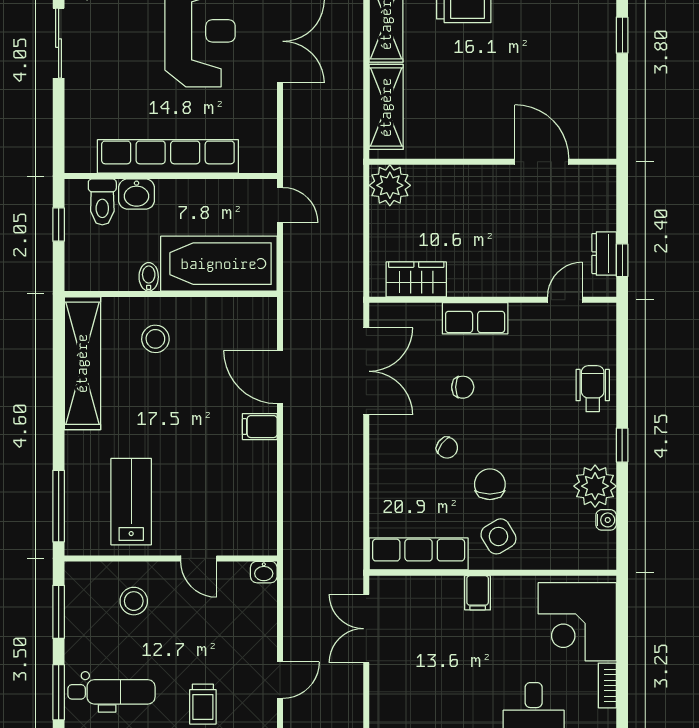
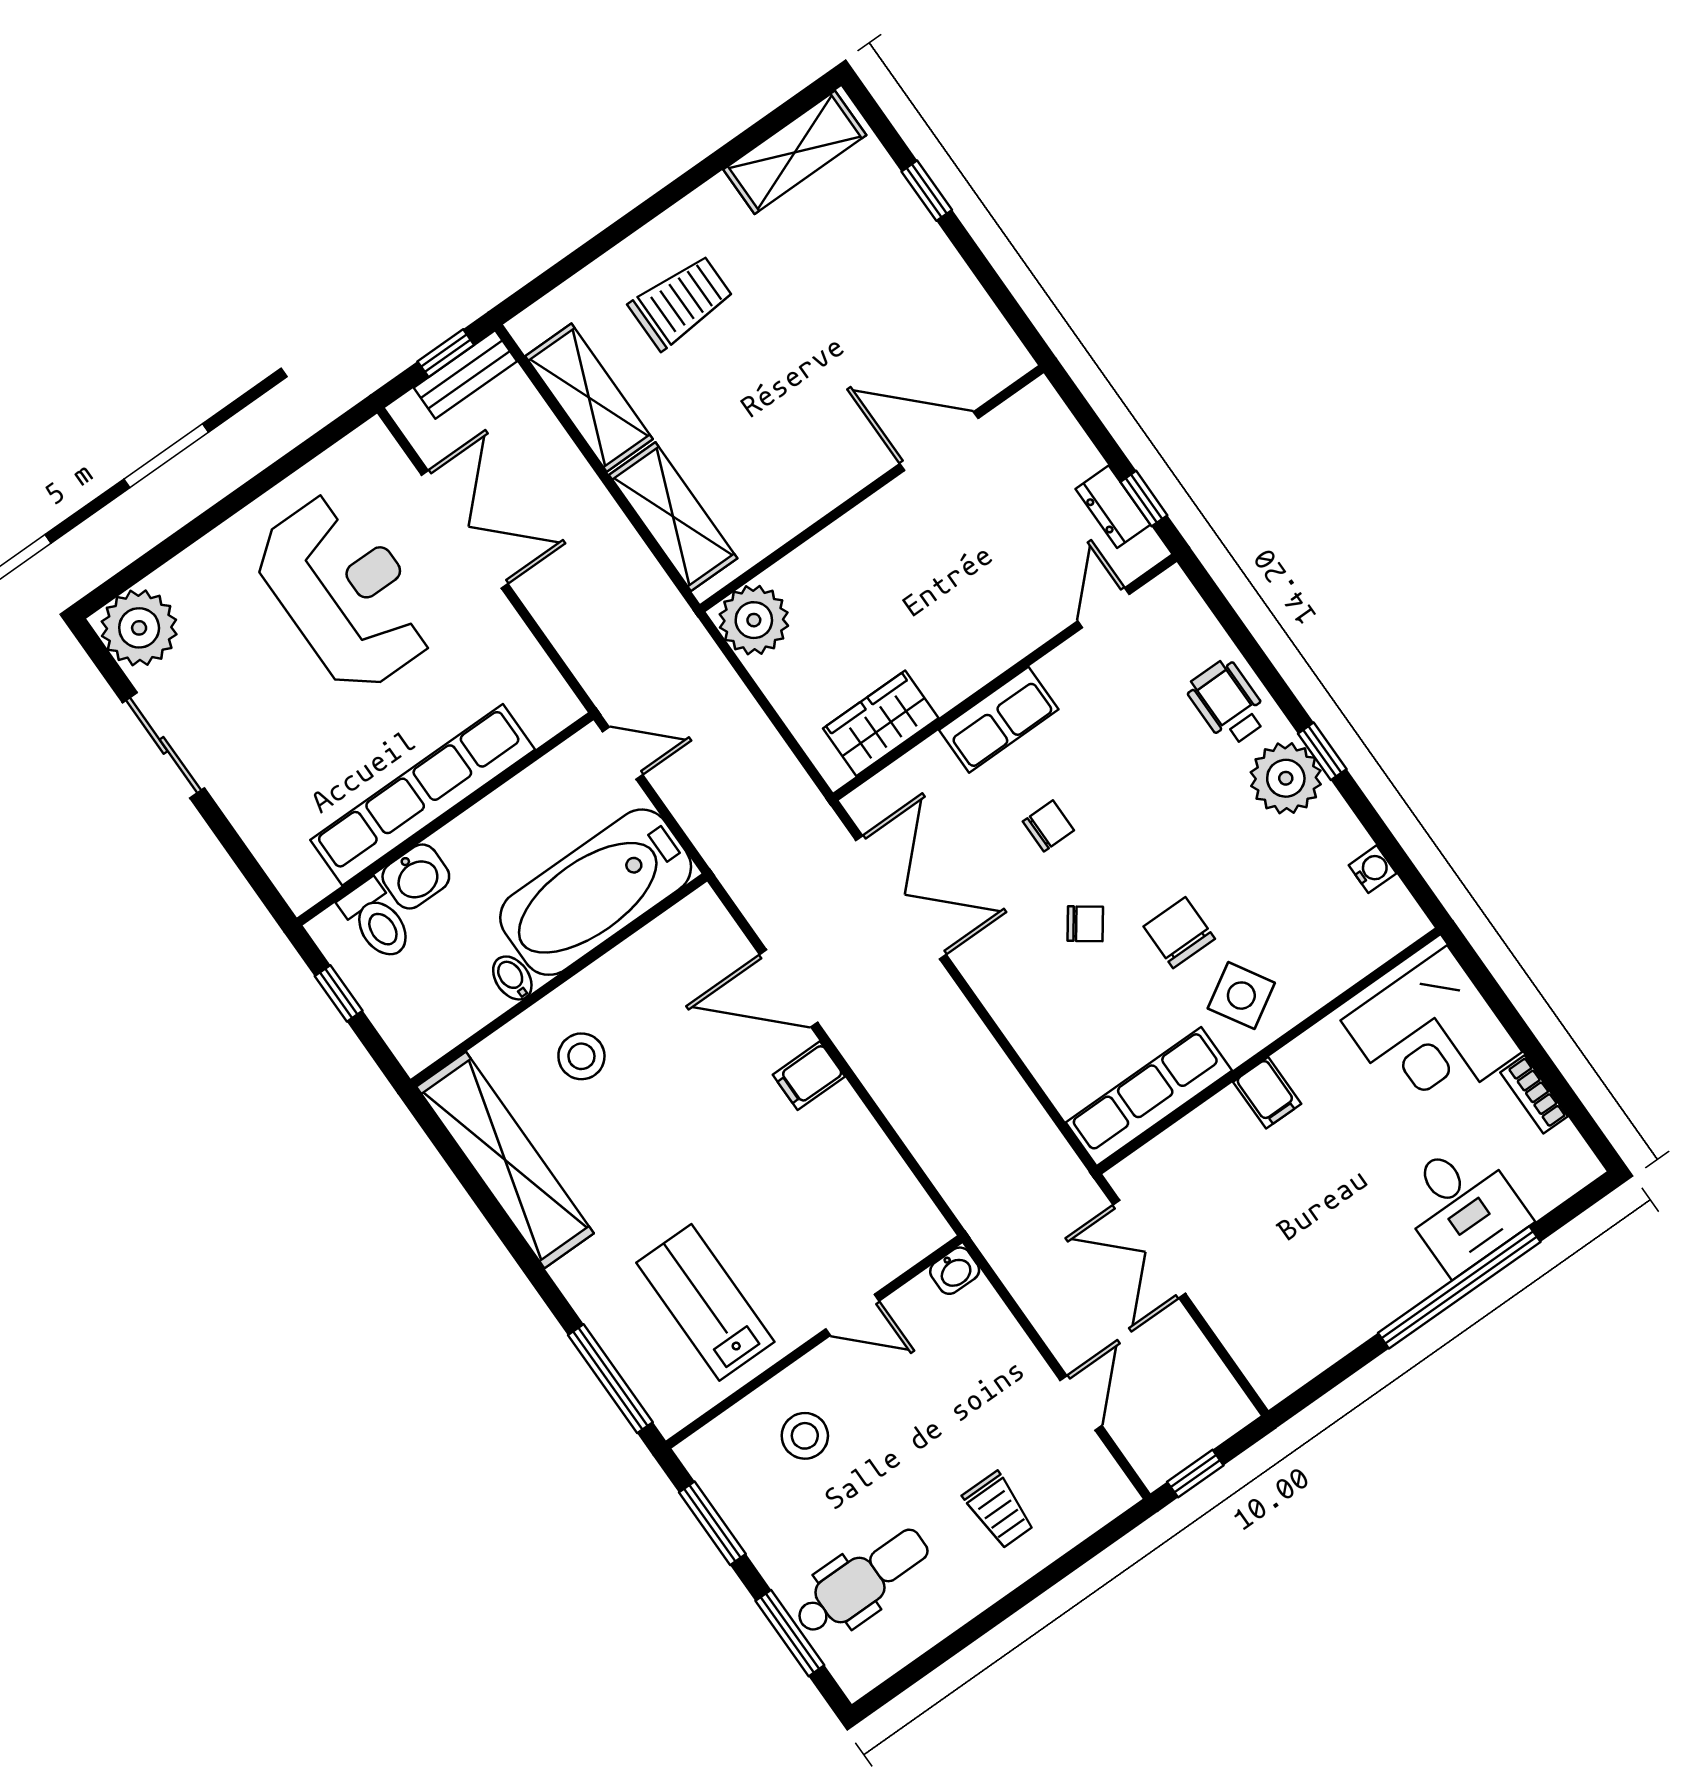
plant: (595, 486) -> (1286, 778), moved

